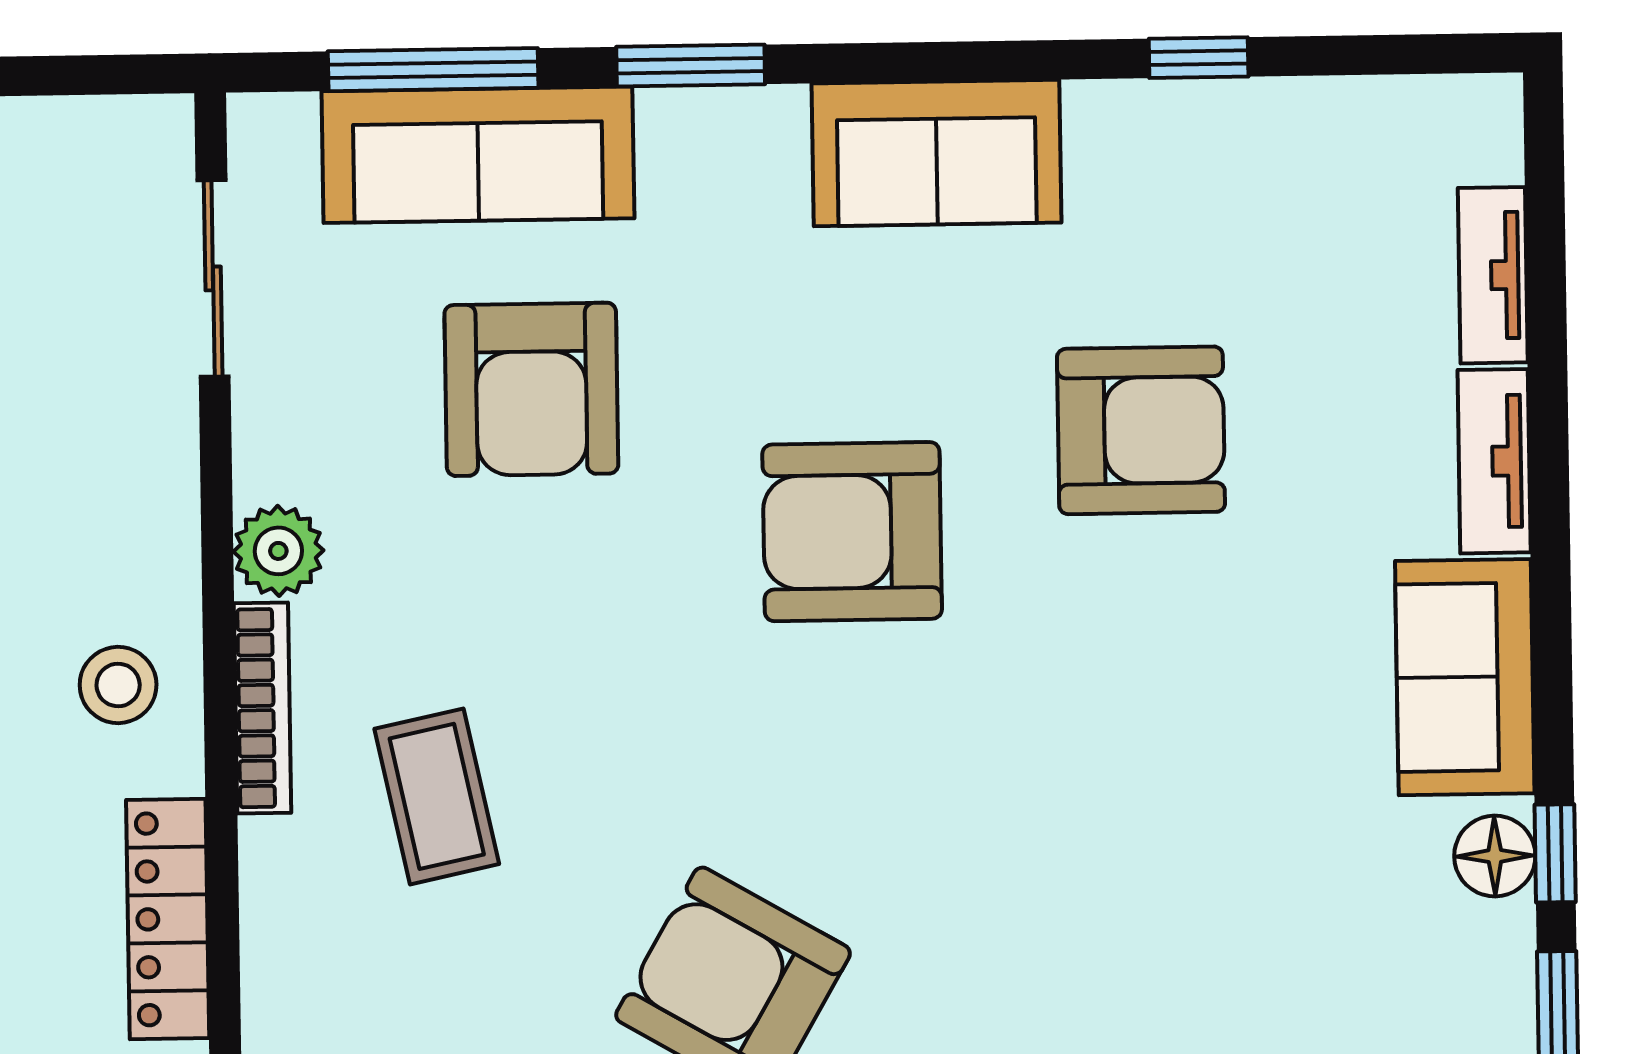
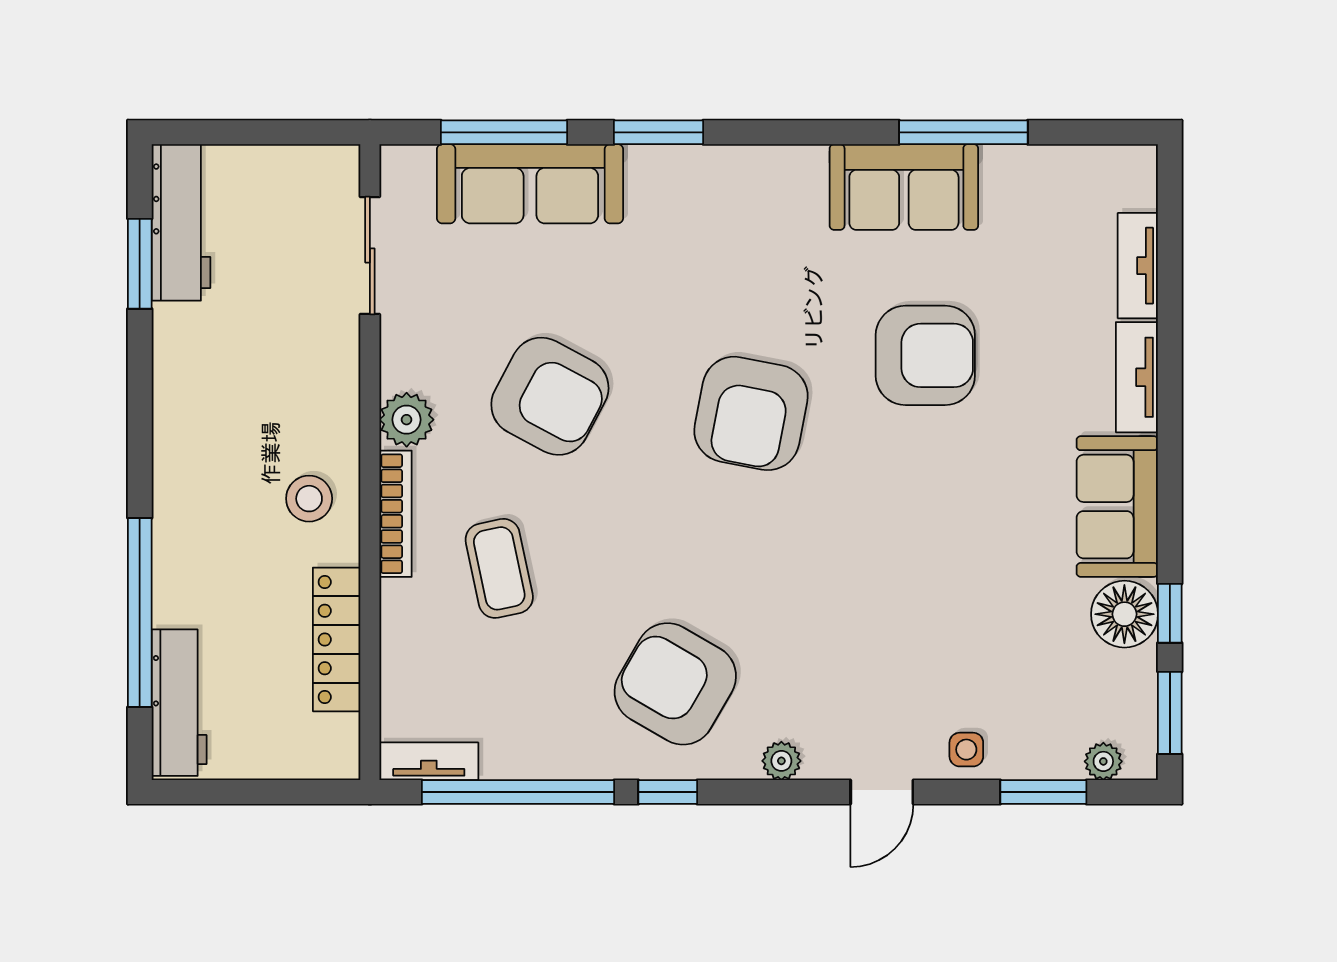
window: (1199, 58) -> (963, 132), width x2.17
sofa: (936, 153) -> (904, 187), moved
armchair: (531, 389) -> (550, 396), moved, turned -62
armchair: (852, 532) -> (751, 413), turned -79
floor lamp: (1495, 856) -> (1124, 614), width x1.38, depth x1.38

